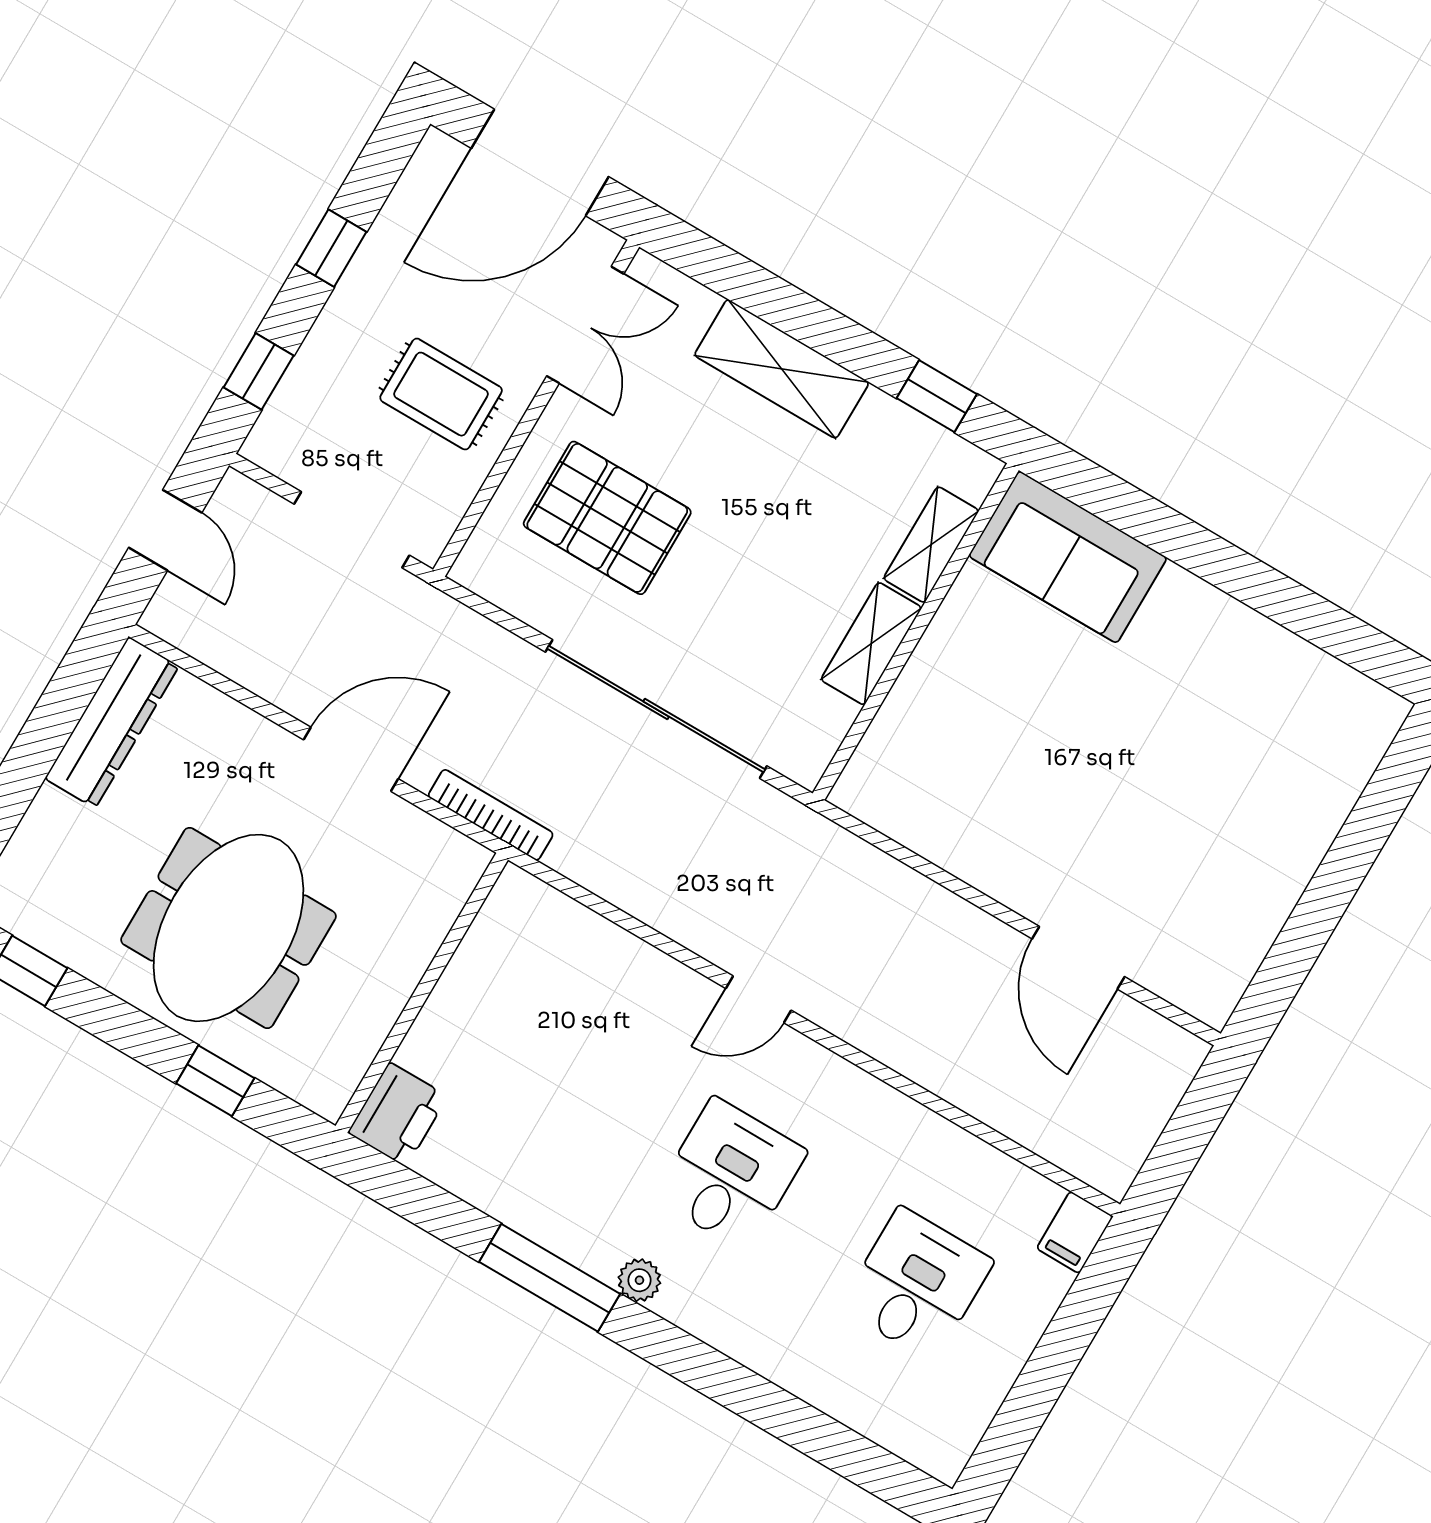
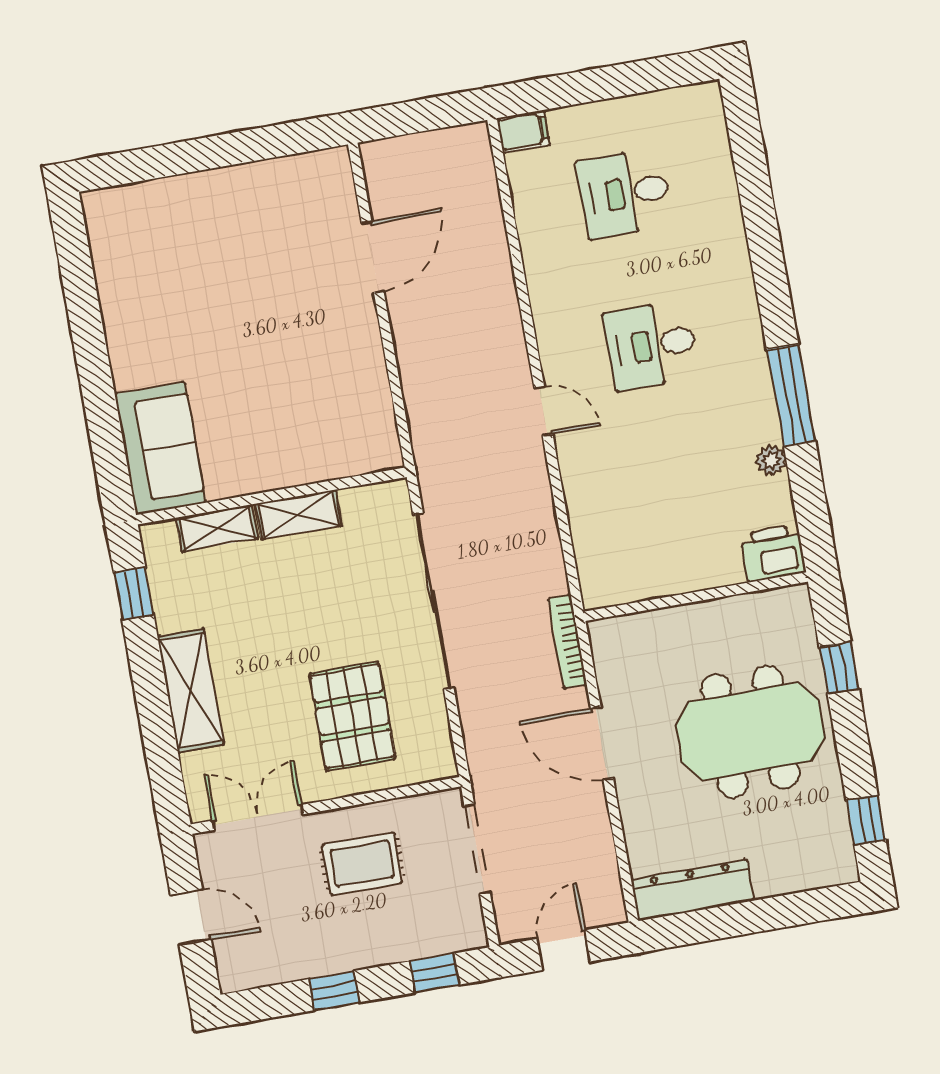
door: (540, 162) -> (191, 917), width x0.53
rug: (441, 394) -> (362, 864), turned 90
plant: (639, 1280) -> (771, 460), moved

